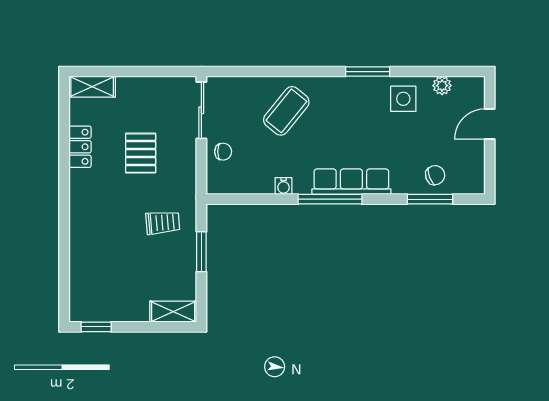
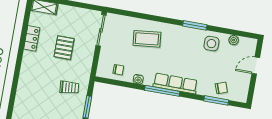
coffee table: (286, 111) -> (147, 39), turned 45
chair: (223, 152) -> (118, 70), moved

